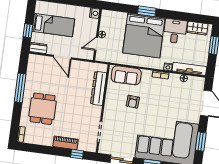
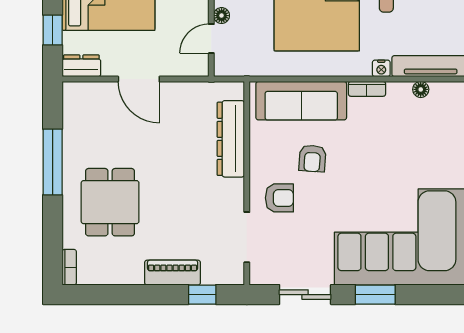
sofa: (126, 75) -> (301, 101), width x1.36
armchair: (116, 117) -> (279, 198), added

